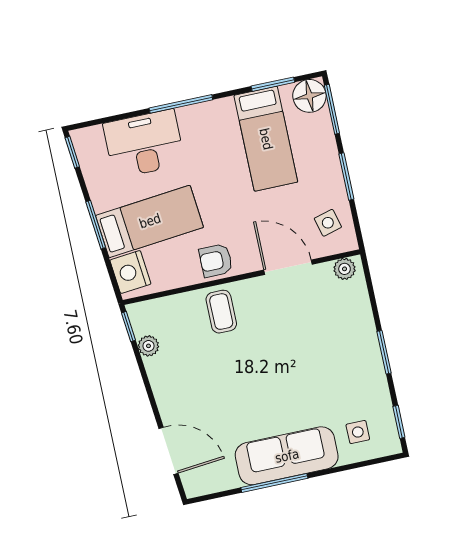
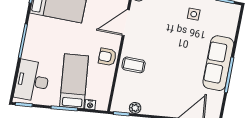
desk: (144, 144) -> (32, 81), moved
armchair: (216, 261) -> (107, 57), turned 90
nightstand: (130, 272) -> (90, 105), width x0.53, depth x0.56
side table: (358, 432) -> (194, 14), moved

